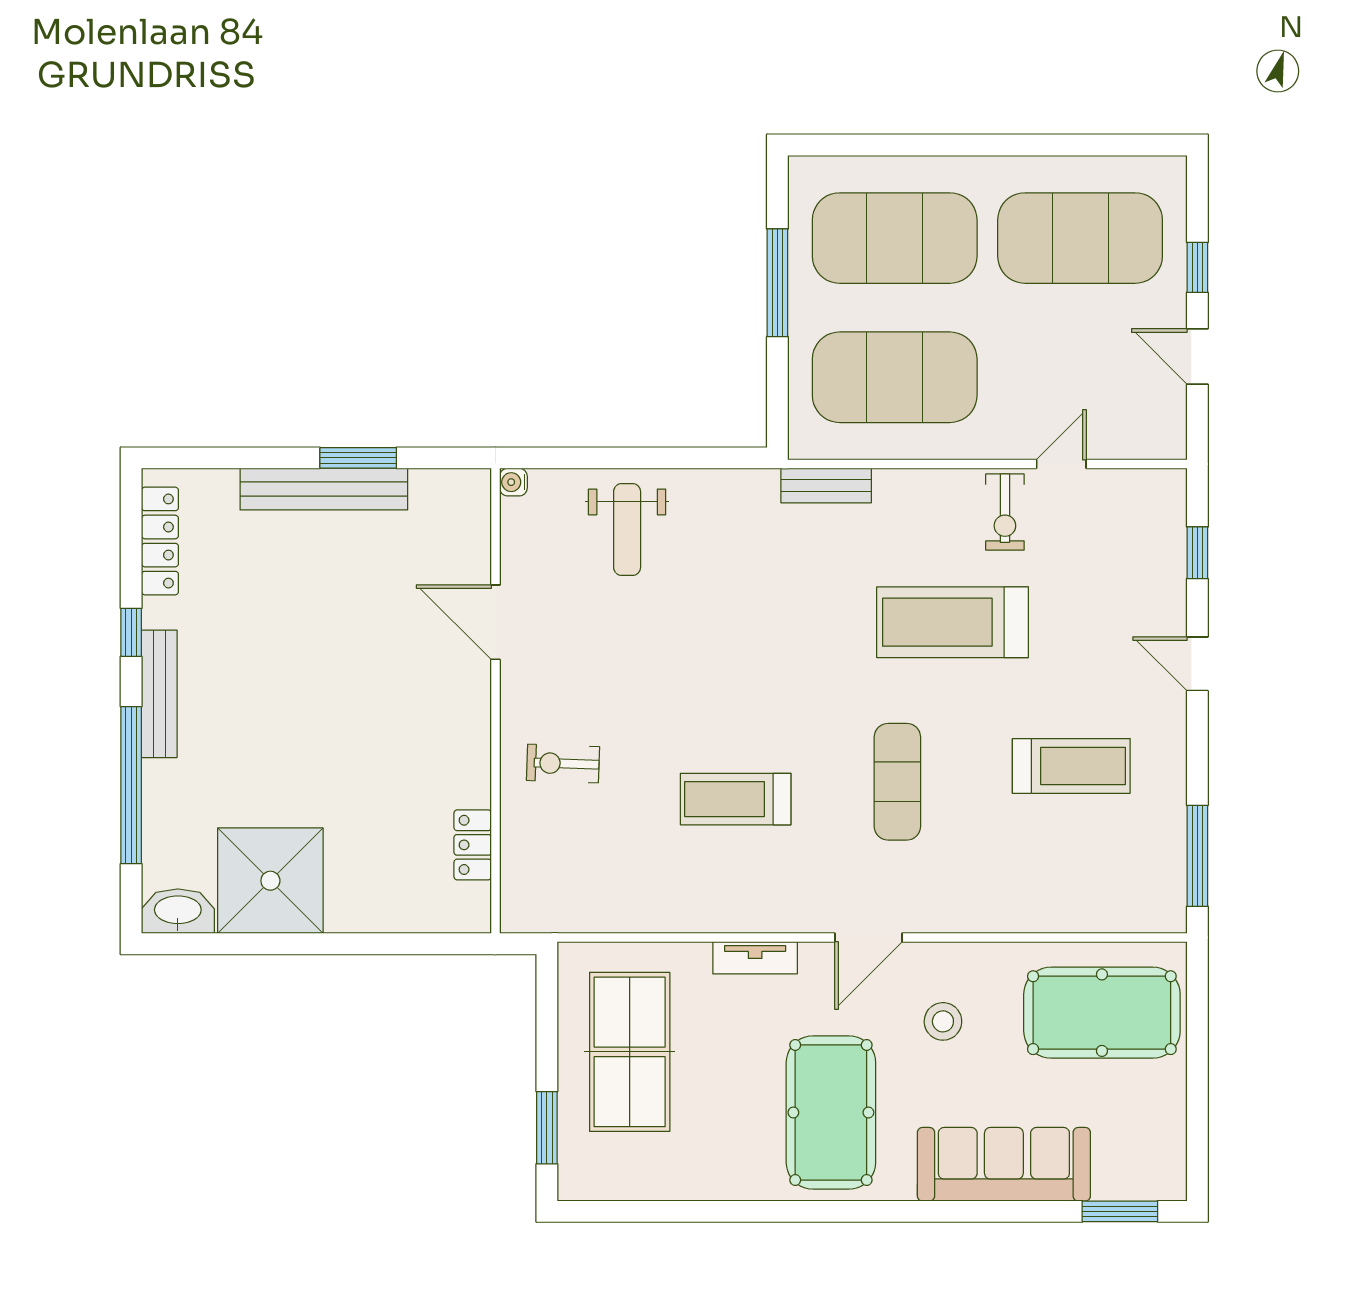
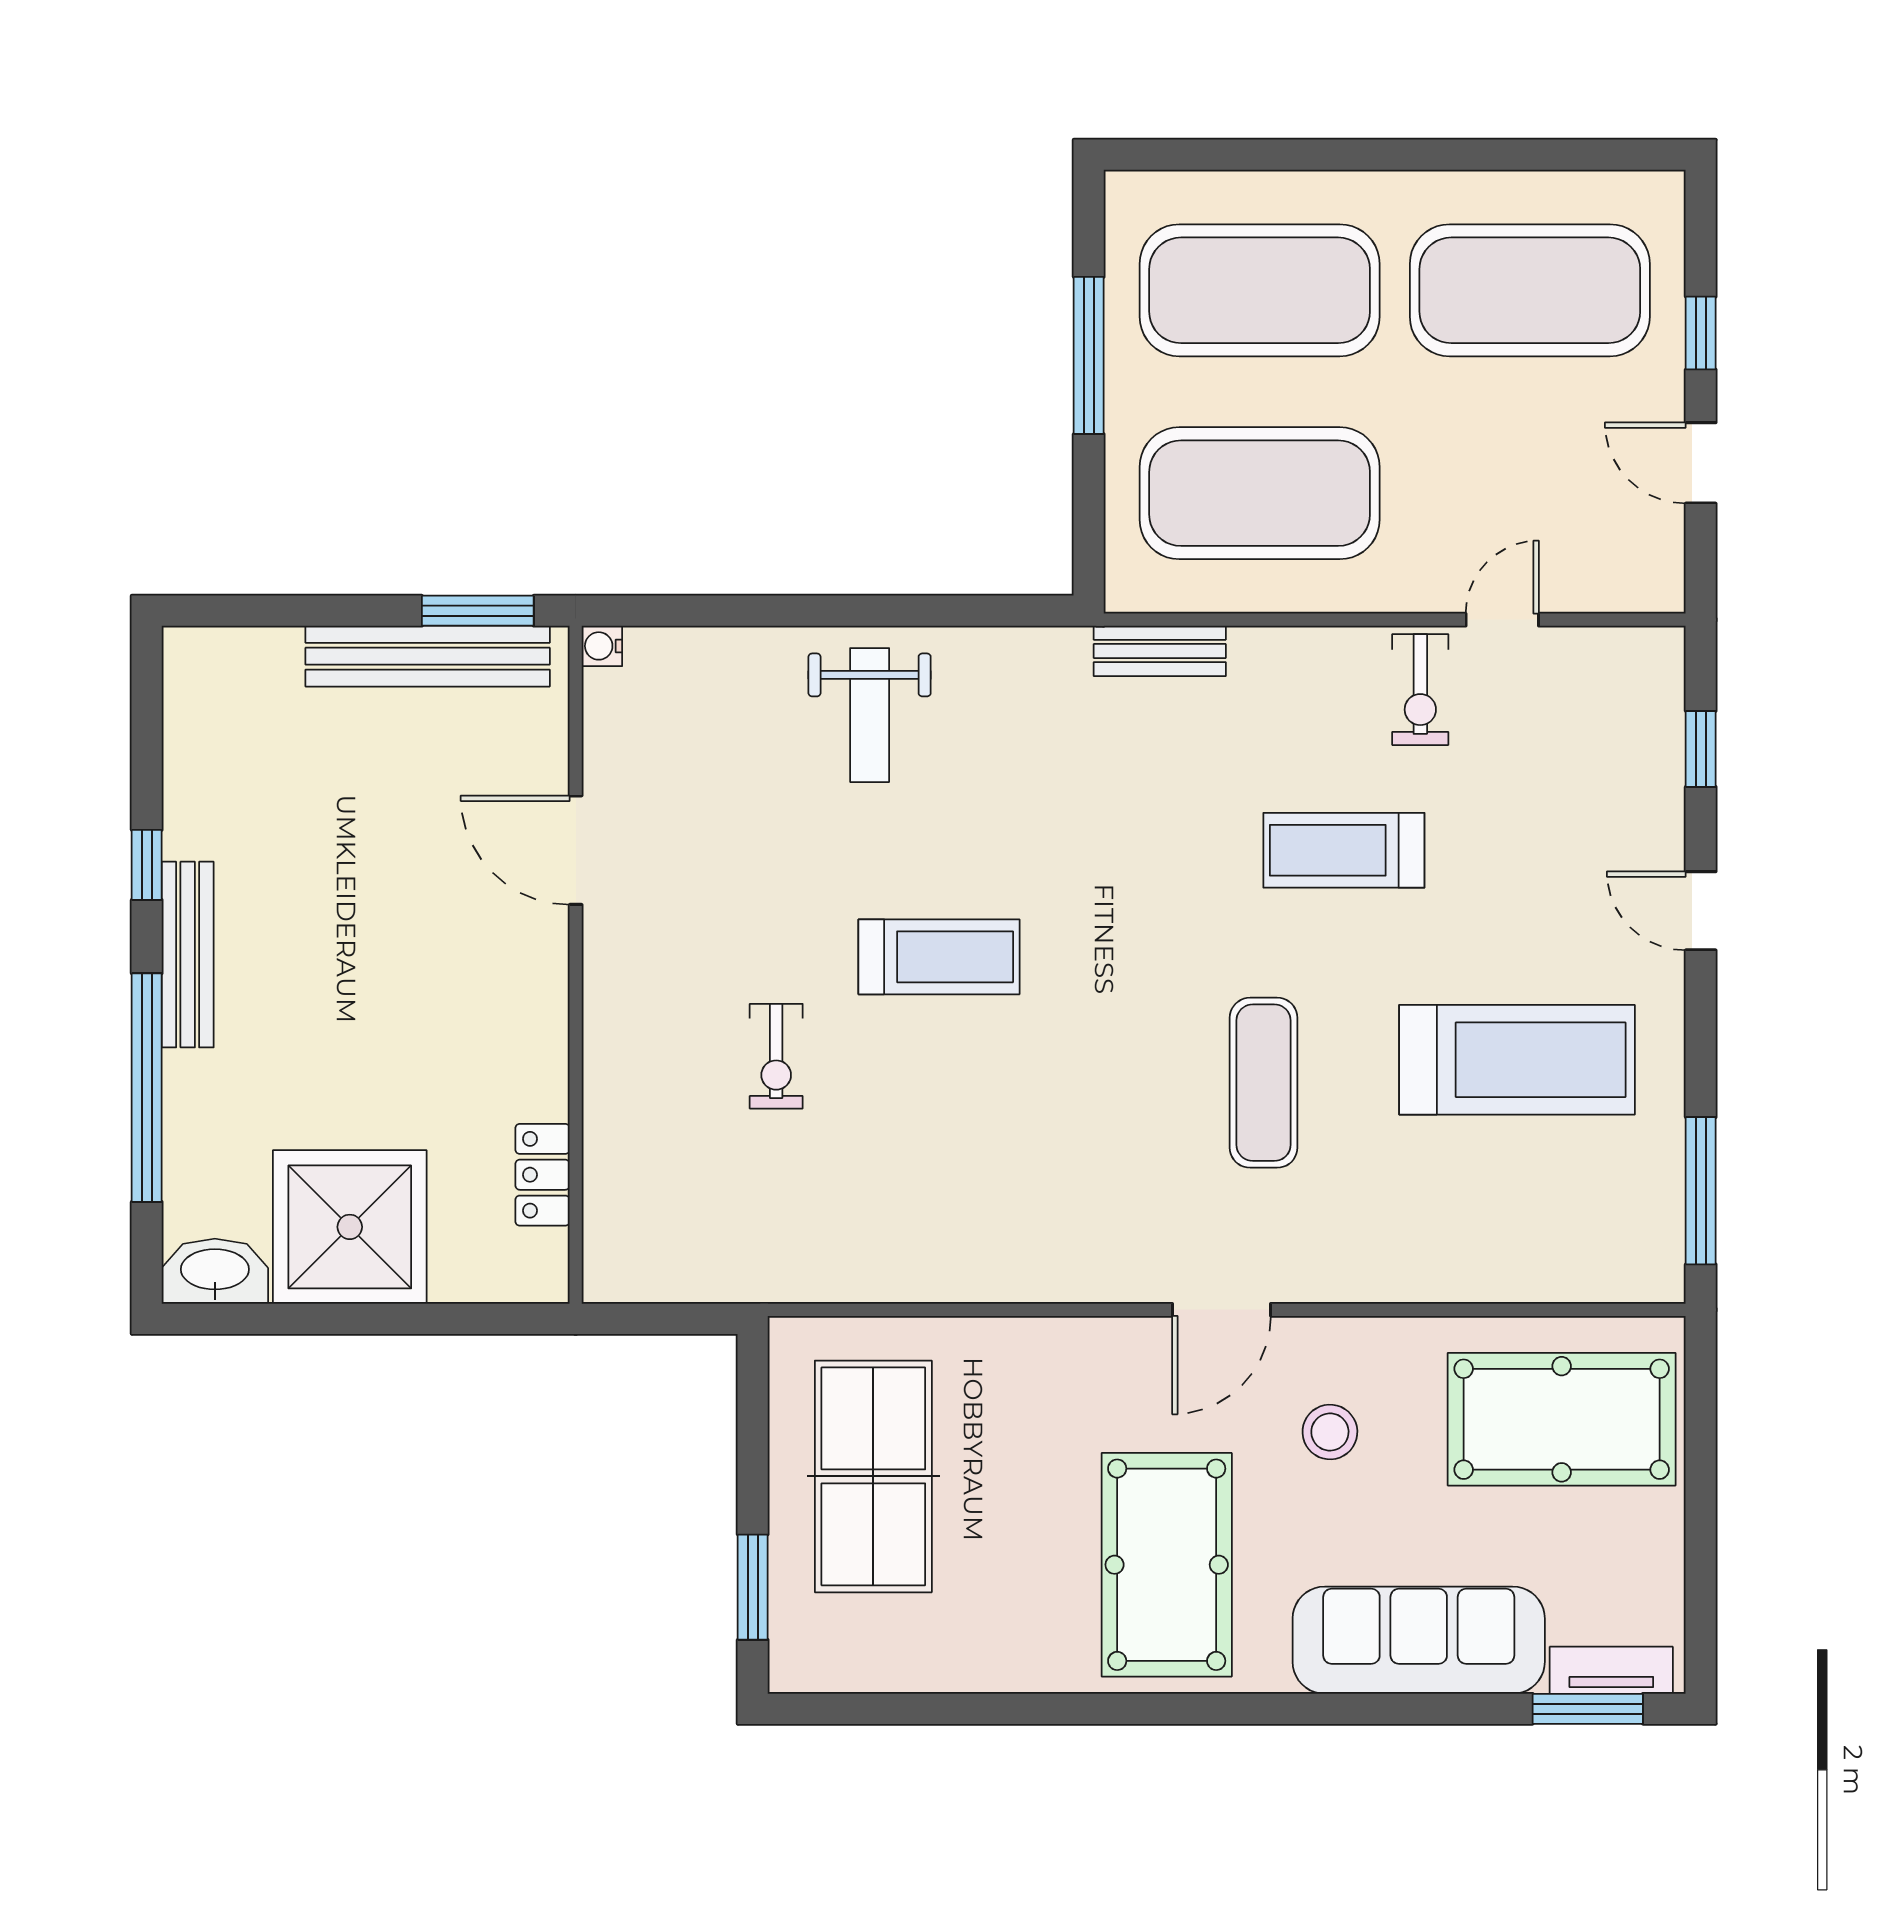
water cooler: (513, 482) -> (602, 646), moved
locker: (160, 541) -> (189, 732), removed
door: (495, 622) -> (576, 850), moved
treadmill: (952, 622) -> (1344, 850), width x0.73, depth x0.73
wall: (495, 701) -> (576, 965), moved
exercise bike: (563, 764) -> (776, 1056), turned -92
treadmill: (1071, 766) -> (1517, 1060), width x1.37, depth x1.38
treadmill: (736, 799) -> (939, 957), moved, turned 180
locker: (473, 845) -> (542, 1175), moved
tv unit: (755, 958) -> (1611, 1670), moved, turned 180

